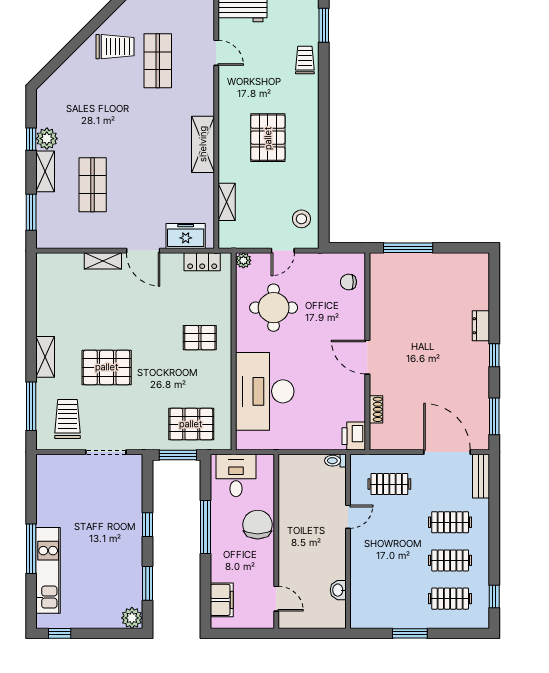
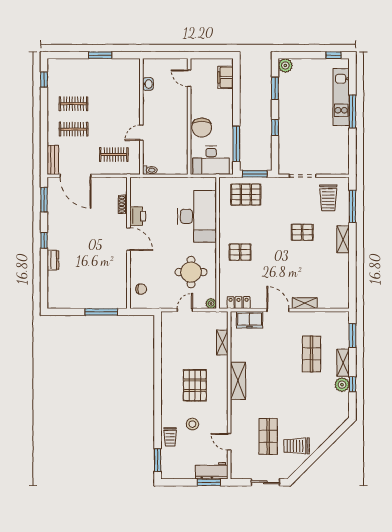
stool: (301, 219) -> (192, 424), moved
pallet: (107, 367) -> (302, 232), width x0.67, depth x0.71
printer: (354, 436) -> (138, 216), moved
desk: (236, 475) -> (211, 160), width x1.37
window: (206, 527) -> (236, 144), moved
clothes rail: (450, 599) -> (73, 78), removed

